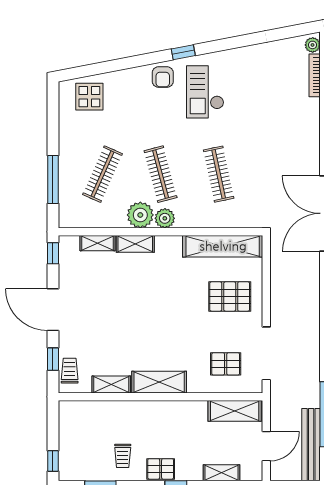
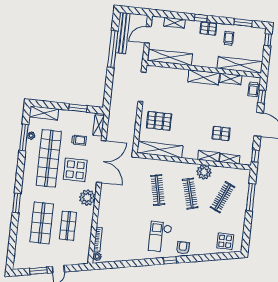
checkout: (205, 92) -> (160, 237), turned 180
plant: (165, 218) -> (191, 169), removed
pallet: (226, 364) -> (221, 133), moved
shelving: (98, 411) -> (240, 65), added
shelving: (235, 411) -> (170, 57), width x1.47

